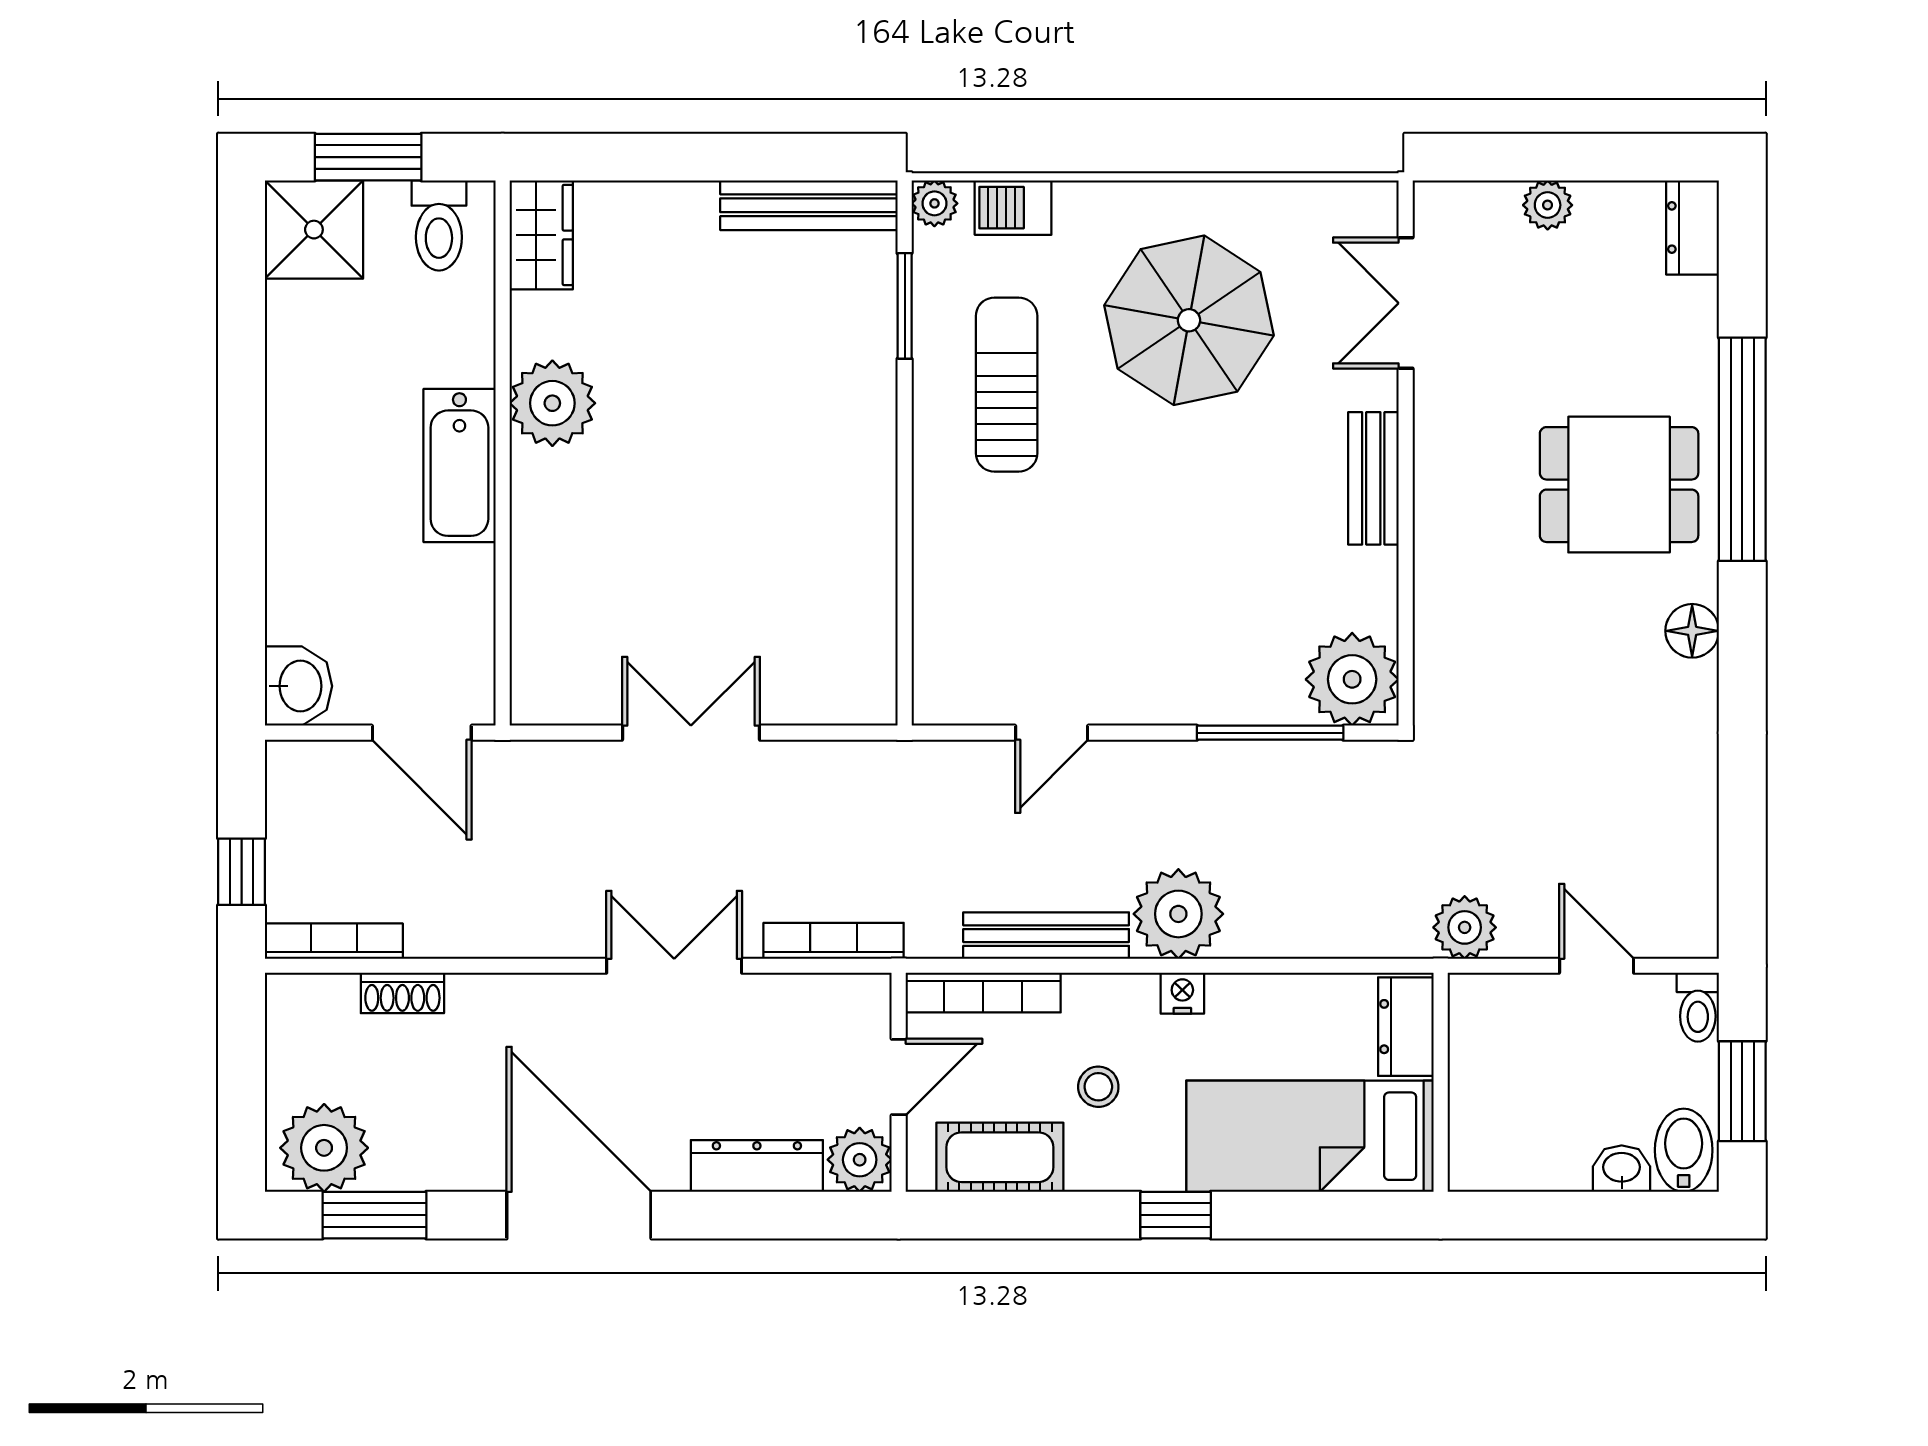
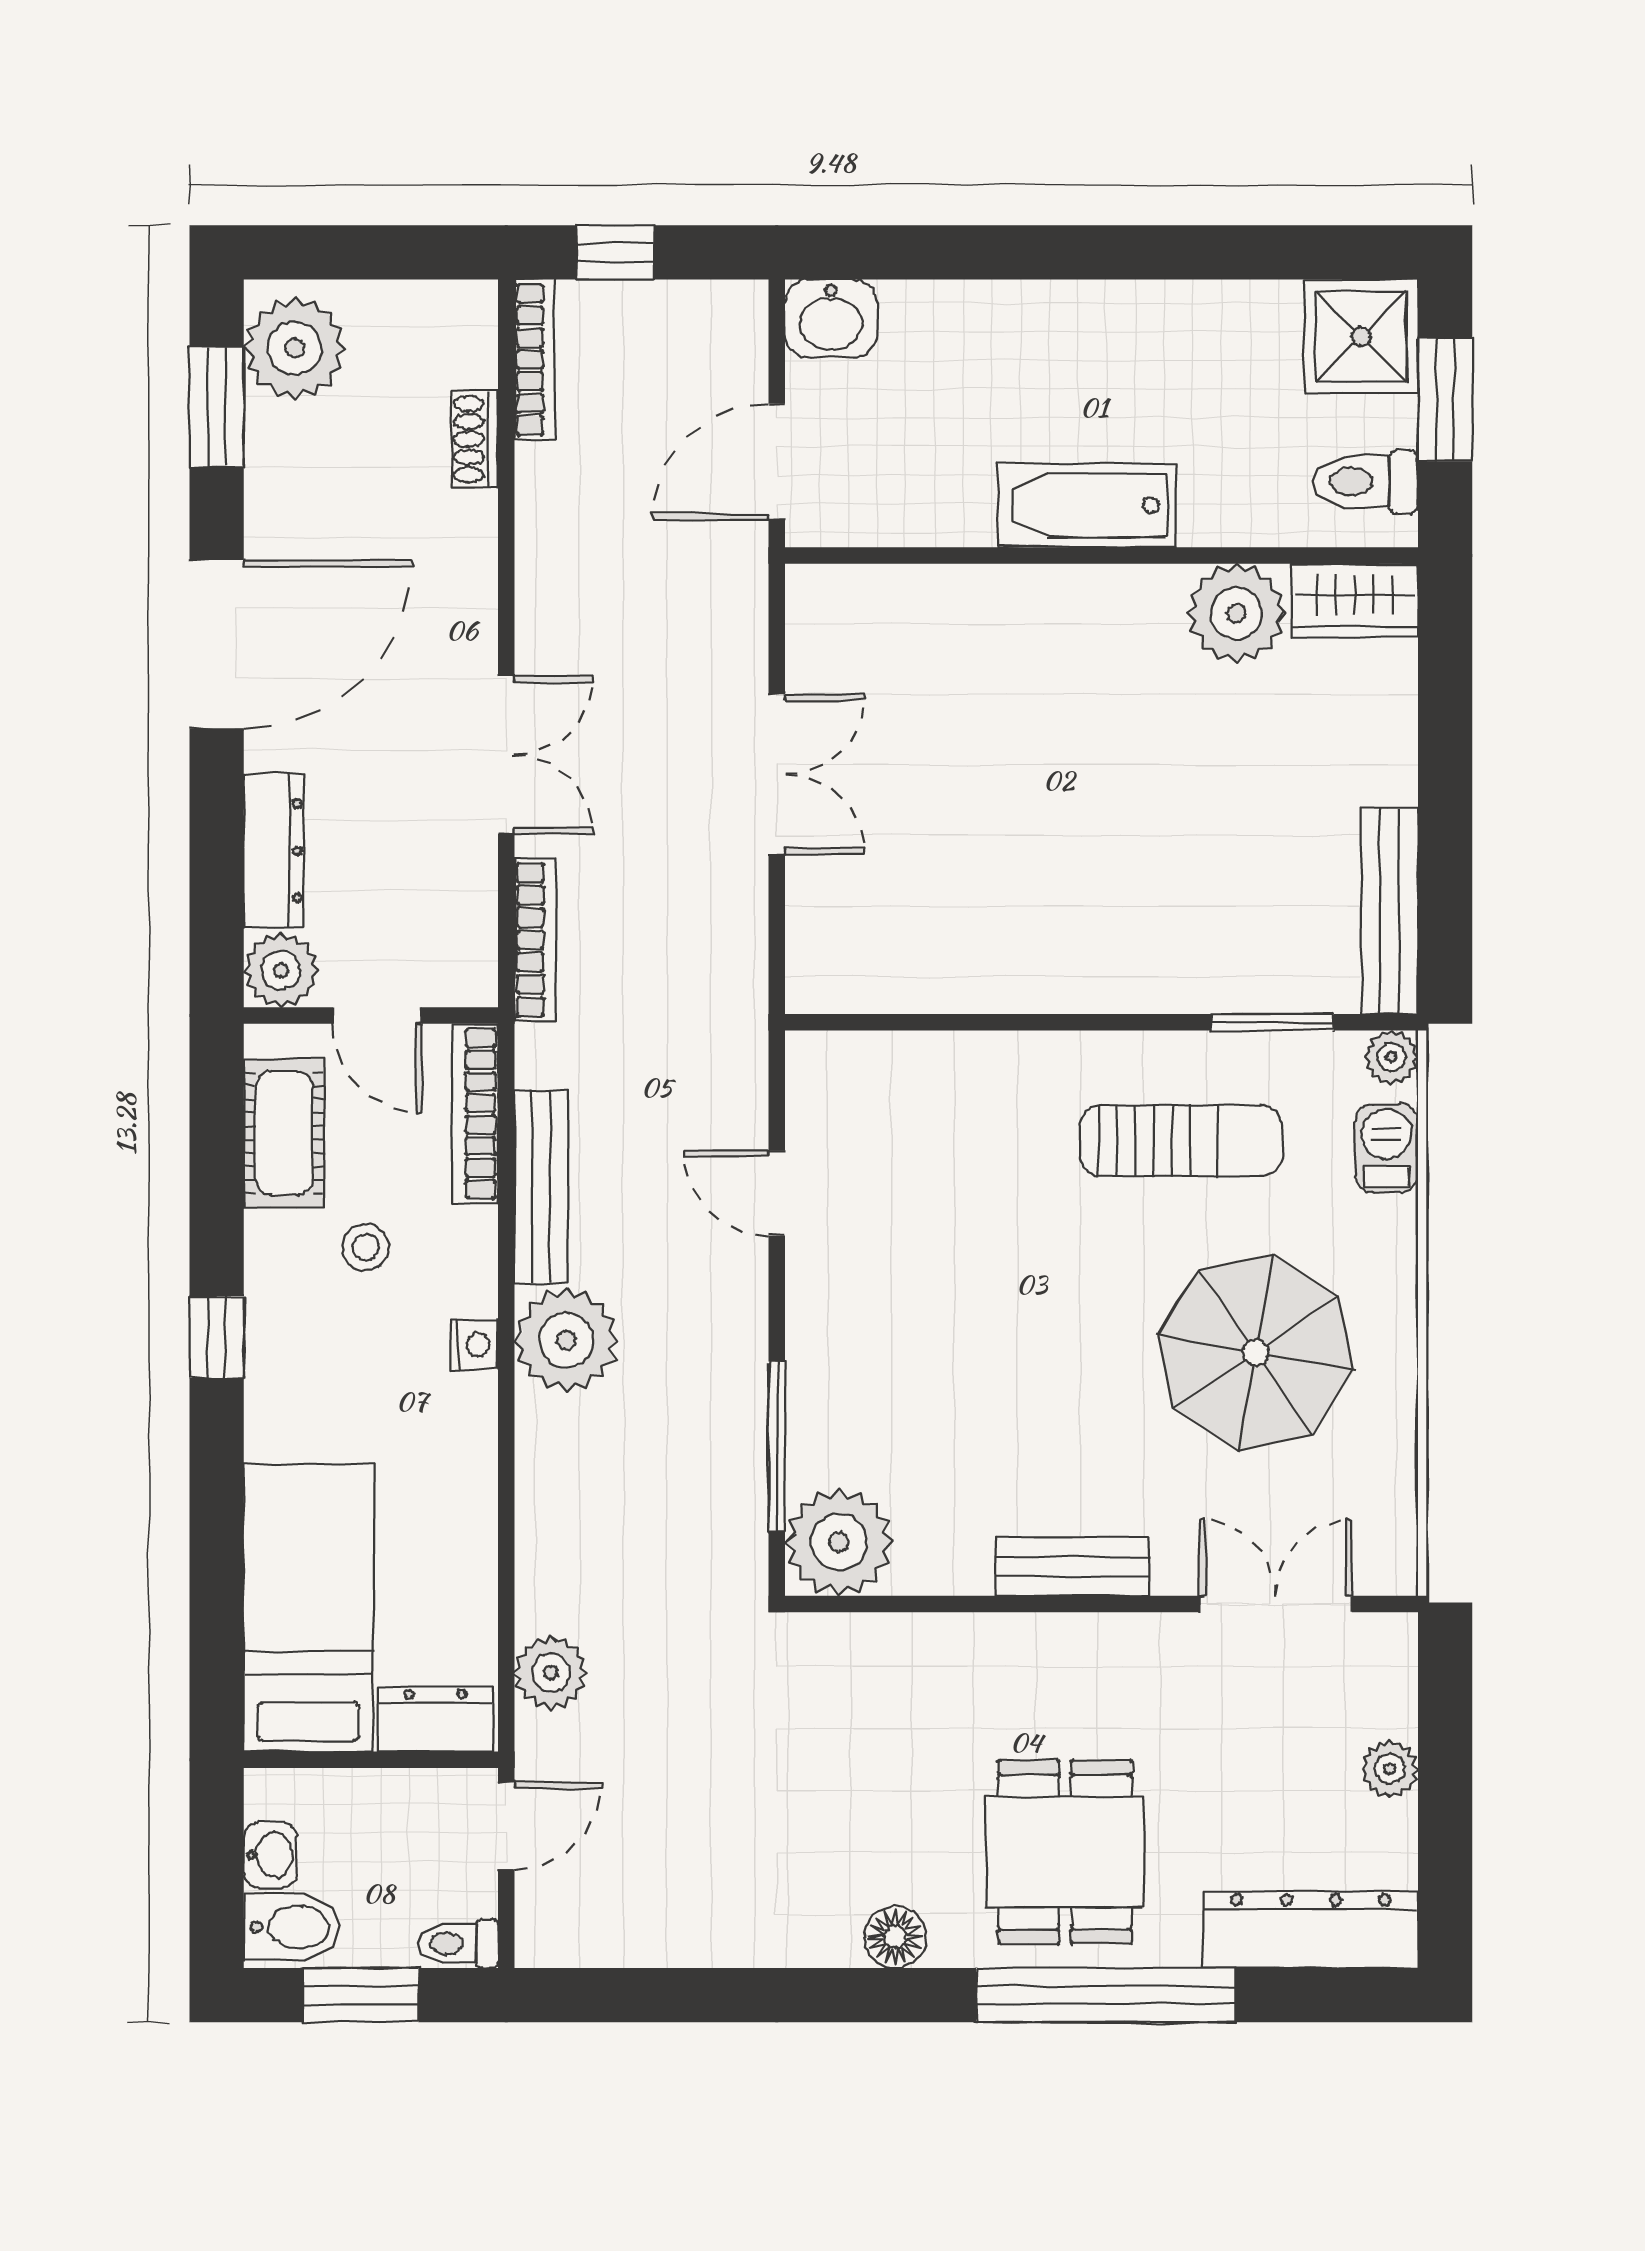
dresser: (1693, 228) -> (1311, 1930), width x1.96, depth x1.24
plant: (552, 403) -> (1236, 613), moved
dresser: (1406, 1027) -> (436, 1719), moved
wall: (1441, 1082) -> (371, 1760), moved
bed: (1310, 1136) -> (308, 1608), moved

